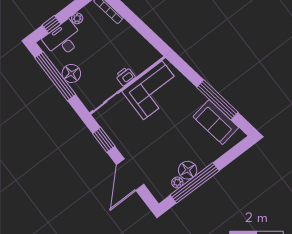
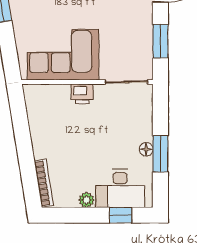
floor lamp: (71, 73) -> (146, 149), width x0.53, depth x0.53
window: (55, 76) -> (160, 154), width x0.47

